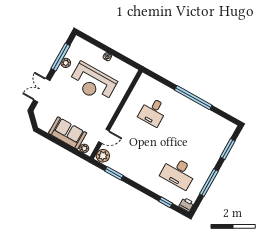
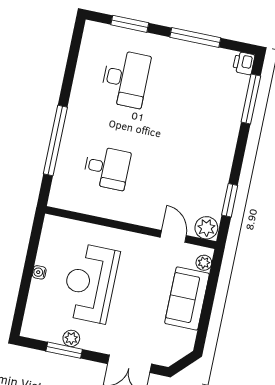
window: (61, 57) -> (64, 350), width x0.69
reception desk: (93, 83) -> (90, 283), turned 180
window: (193, 98) -> (55, 141), moved
desk: (178, 173) -> (125, 79), moved
window: (166, 202) -> (251, 99), width x2.17

